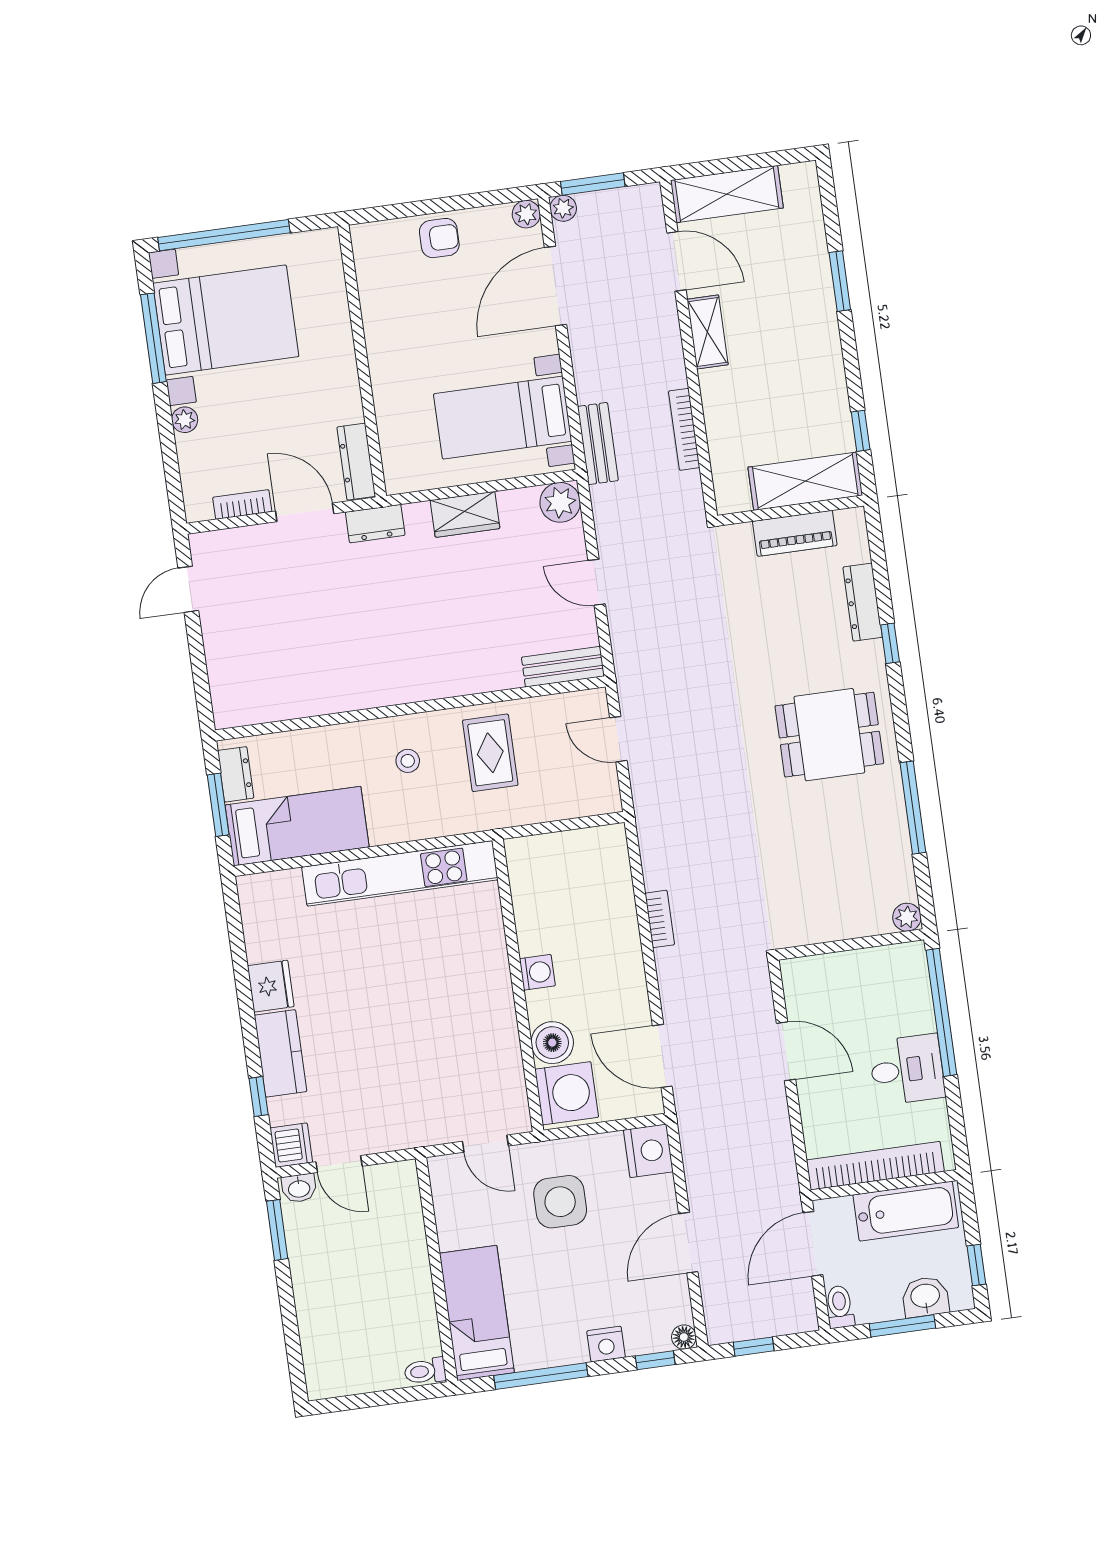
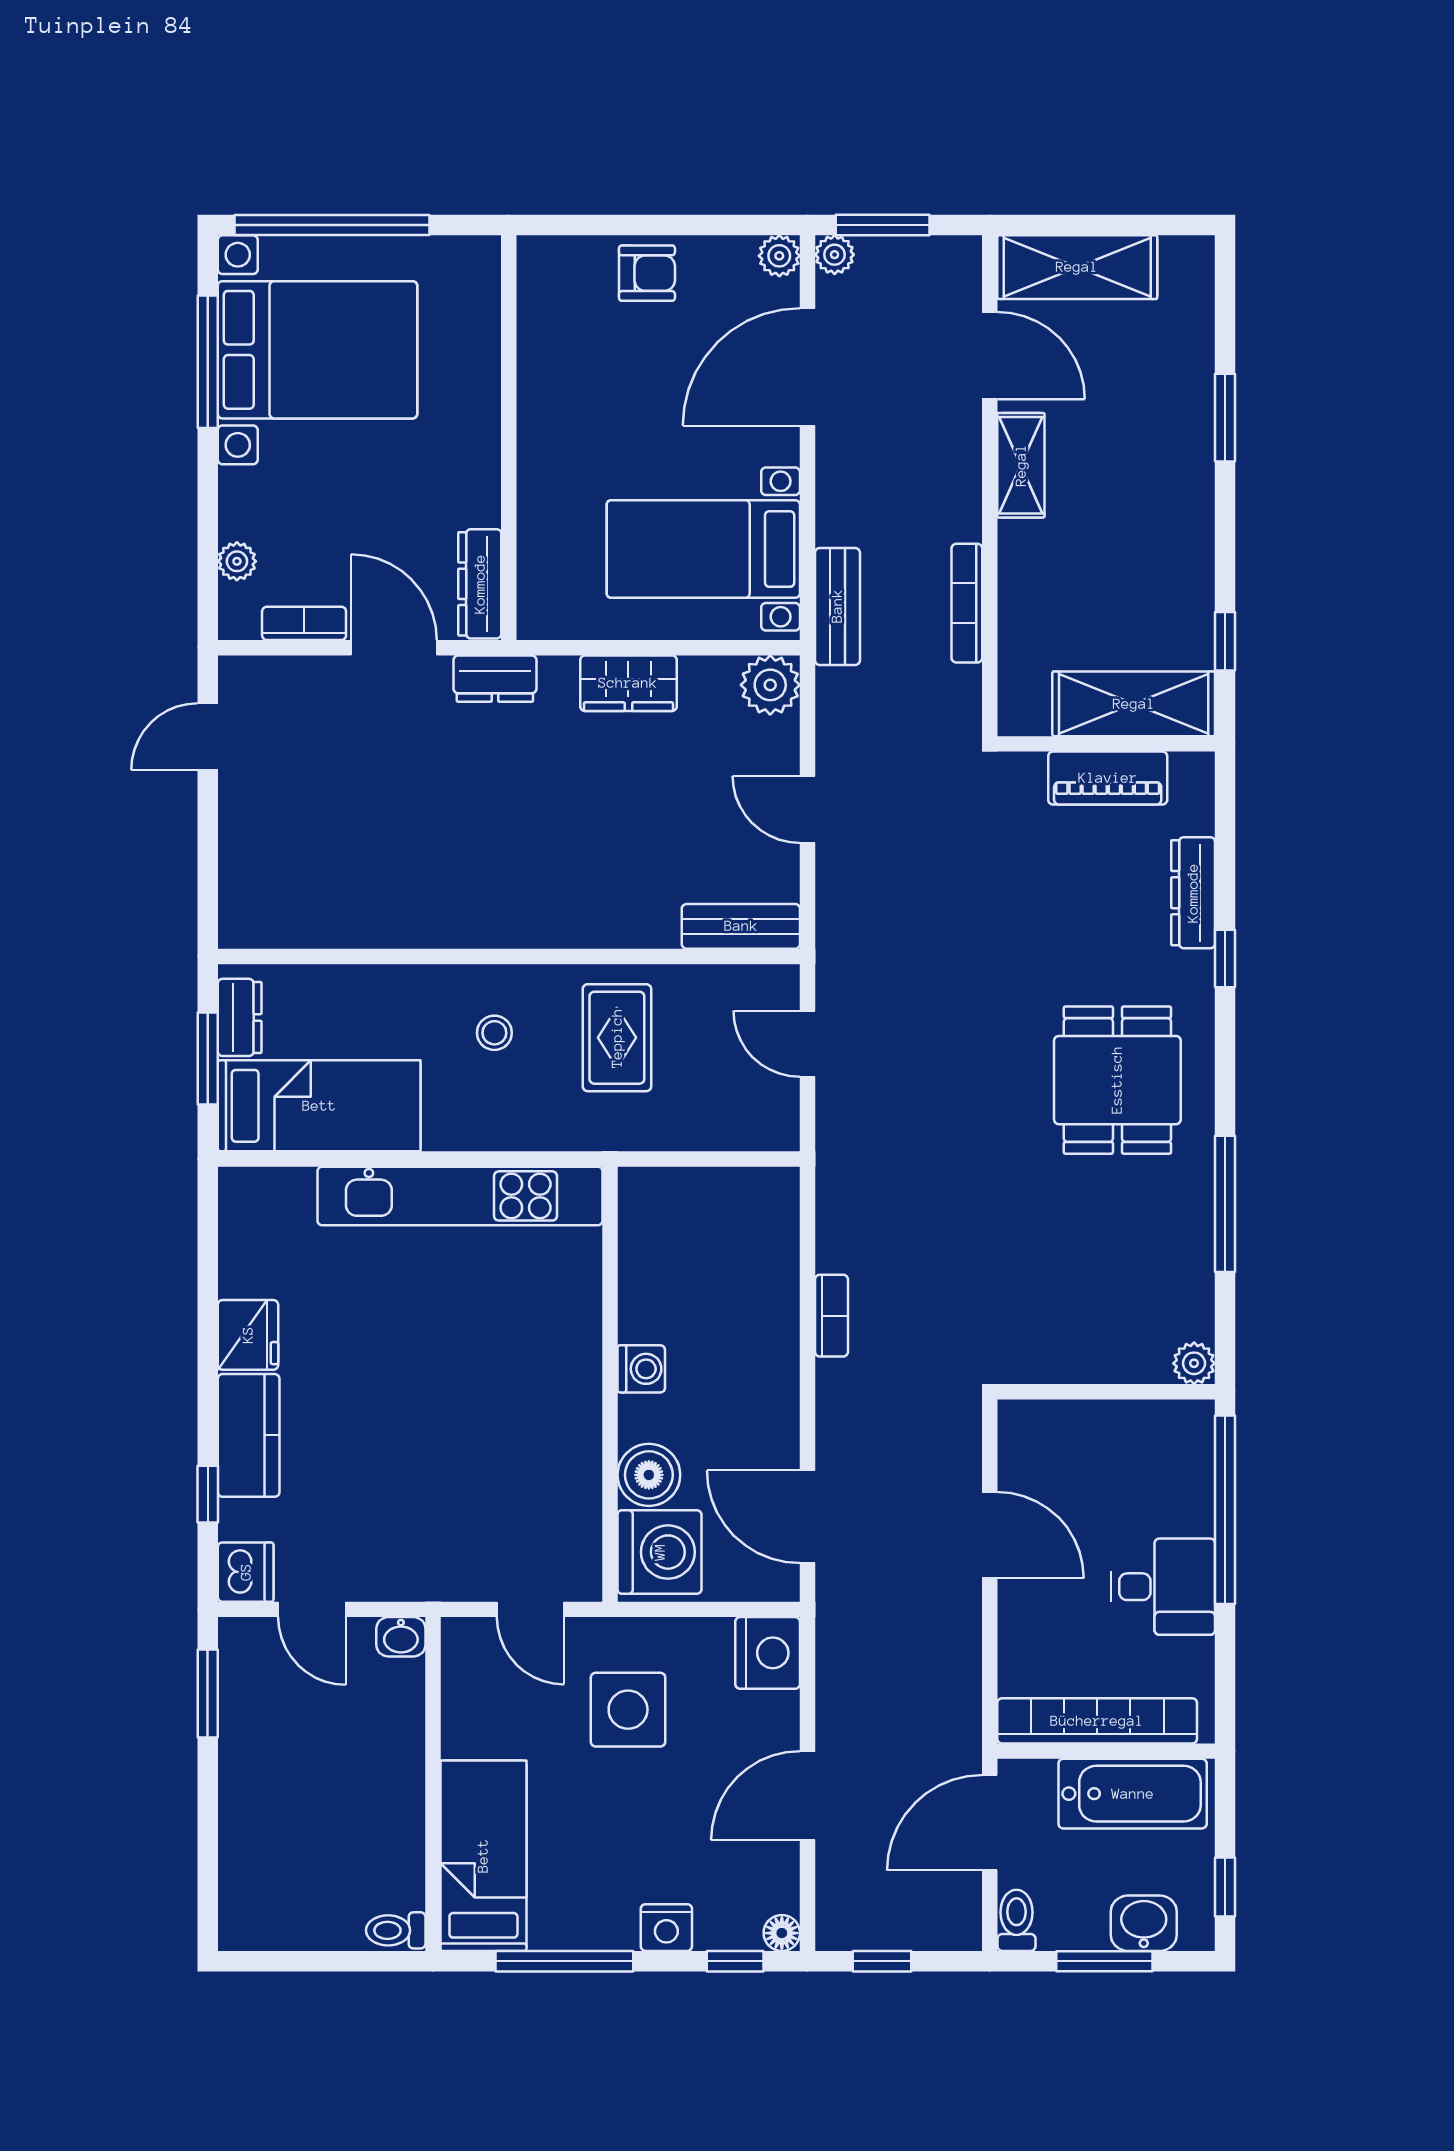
plant: (185, 420) -> (237, 561), moved
dining table: (829, 735) -> (1117, 1080), turned 90
washbasin: (299, 1188) -> (401, 1637), moved

